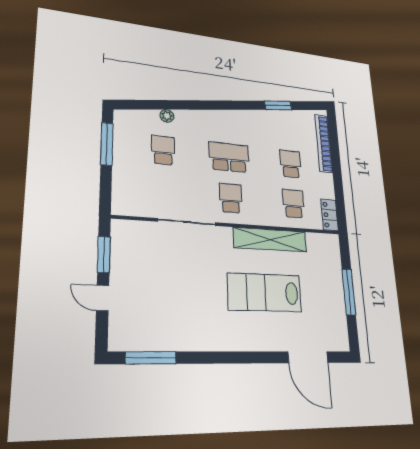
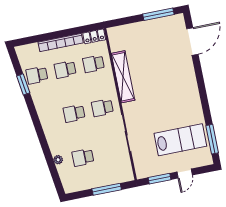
school desk: (288, 126) -> (37, 75), added
bookcase: (324, 143) -> (61, 43), moved
window: (107, 144) -> (107, 189), moved
school desk: (229, 157) -> (74, 113), width x0.54
window: (349, 292) -> (158, 14), moved
lab bench: (265, 293) -> (180, 140), moved, turned -90

